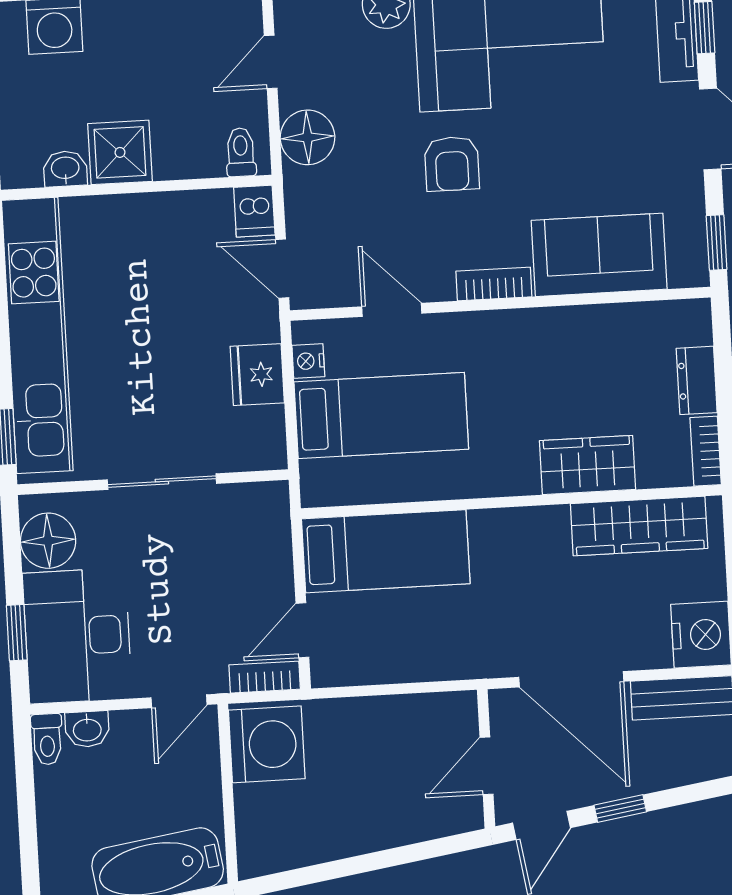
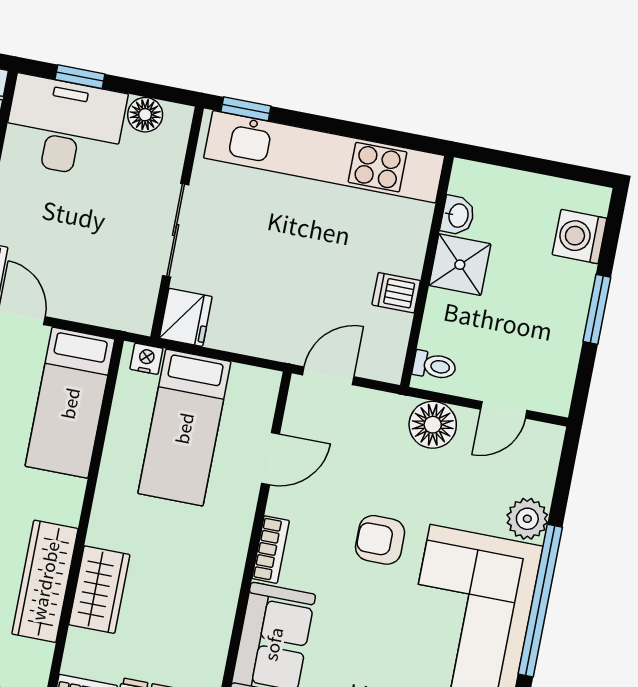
door: (271, 62) -> (504, 410), swing flipped
dishwasher: (254, 211) -> (396, 293), moved
nightstand: (308, 361) -> (146, 359), moved
fridge: (257, 375) -> (186, 317), moved, turned 90
wardrobe: (639, 526) -> (45, 581), moved
floor lamp: (48, 541) -> (145, 115), width x0.73, depth x0.73

